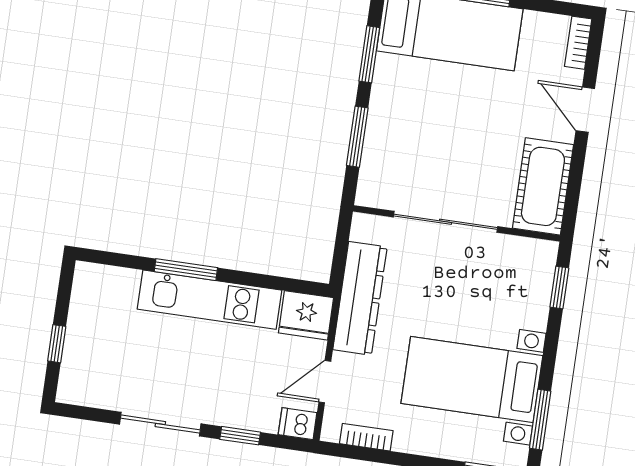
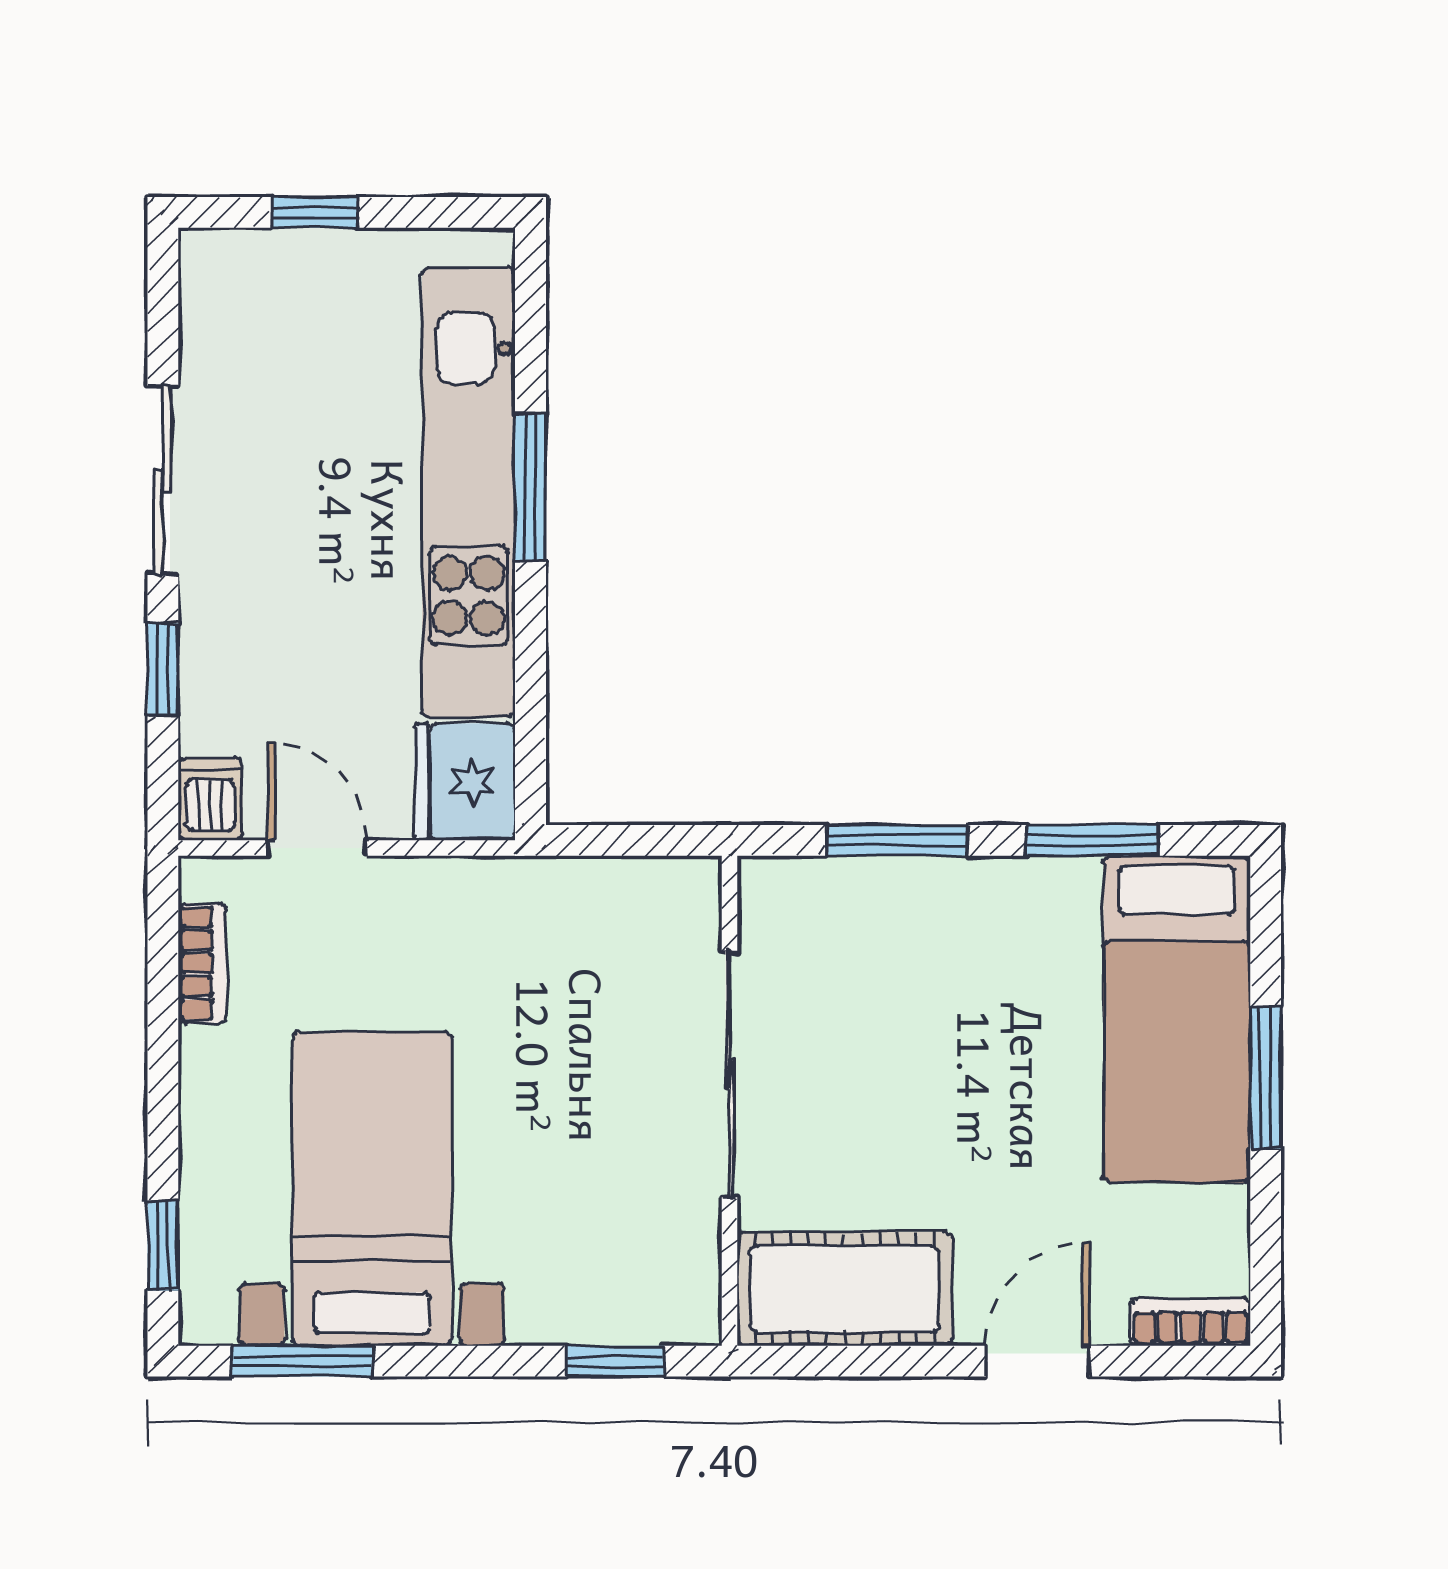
dresser: (360, 298) -> (523, 902), removed
kitchen unit: (210, 300) -> (469, 492), width x1.36

